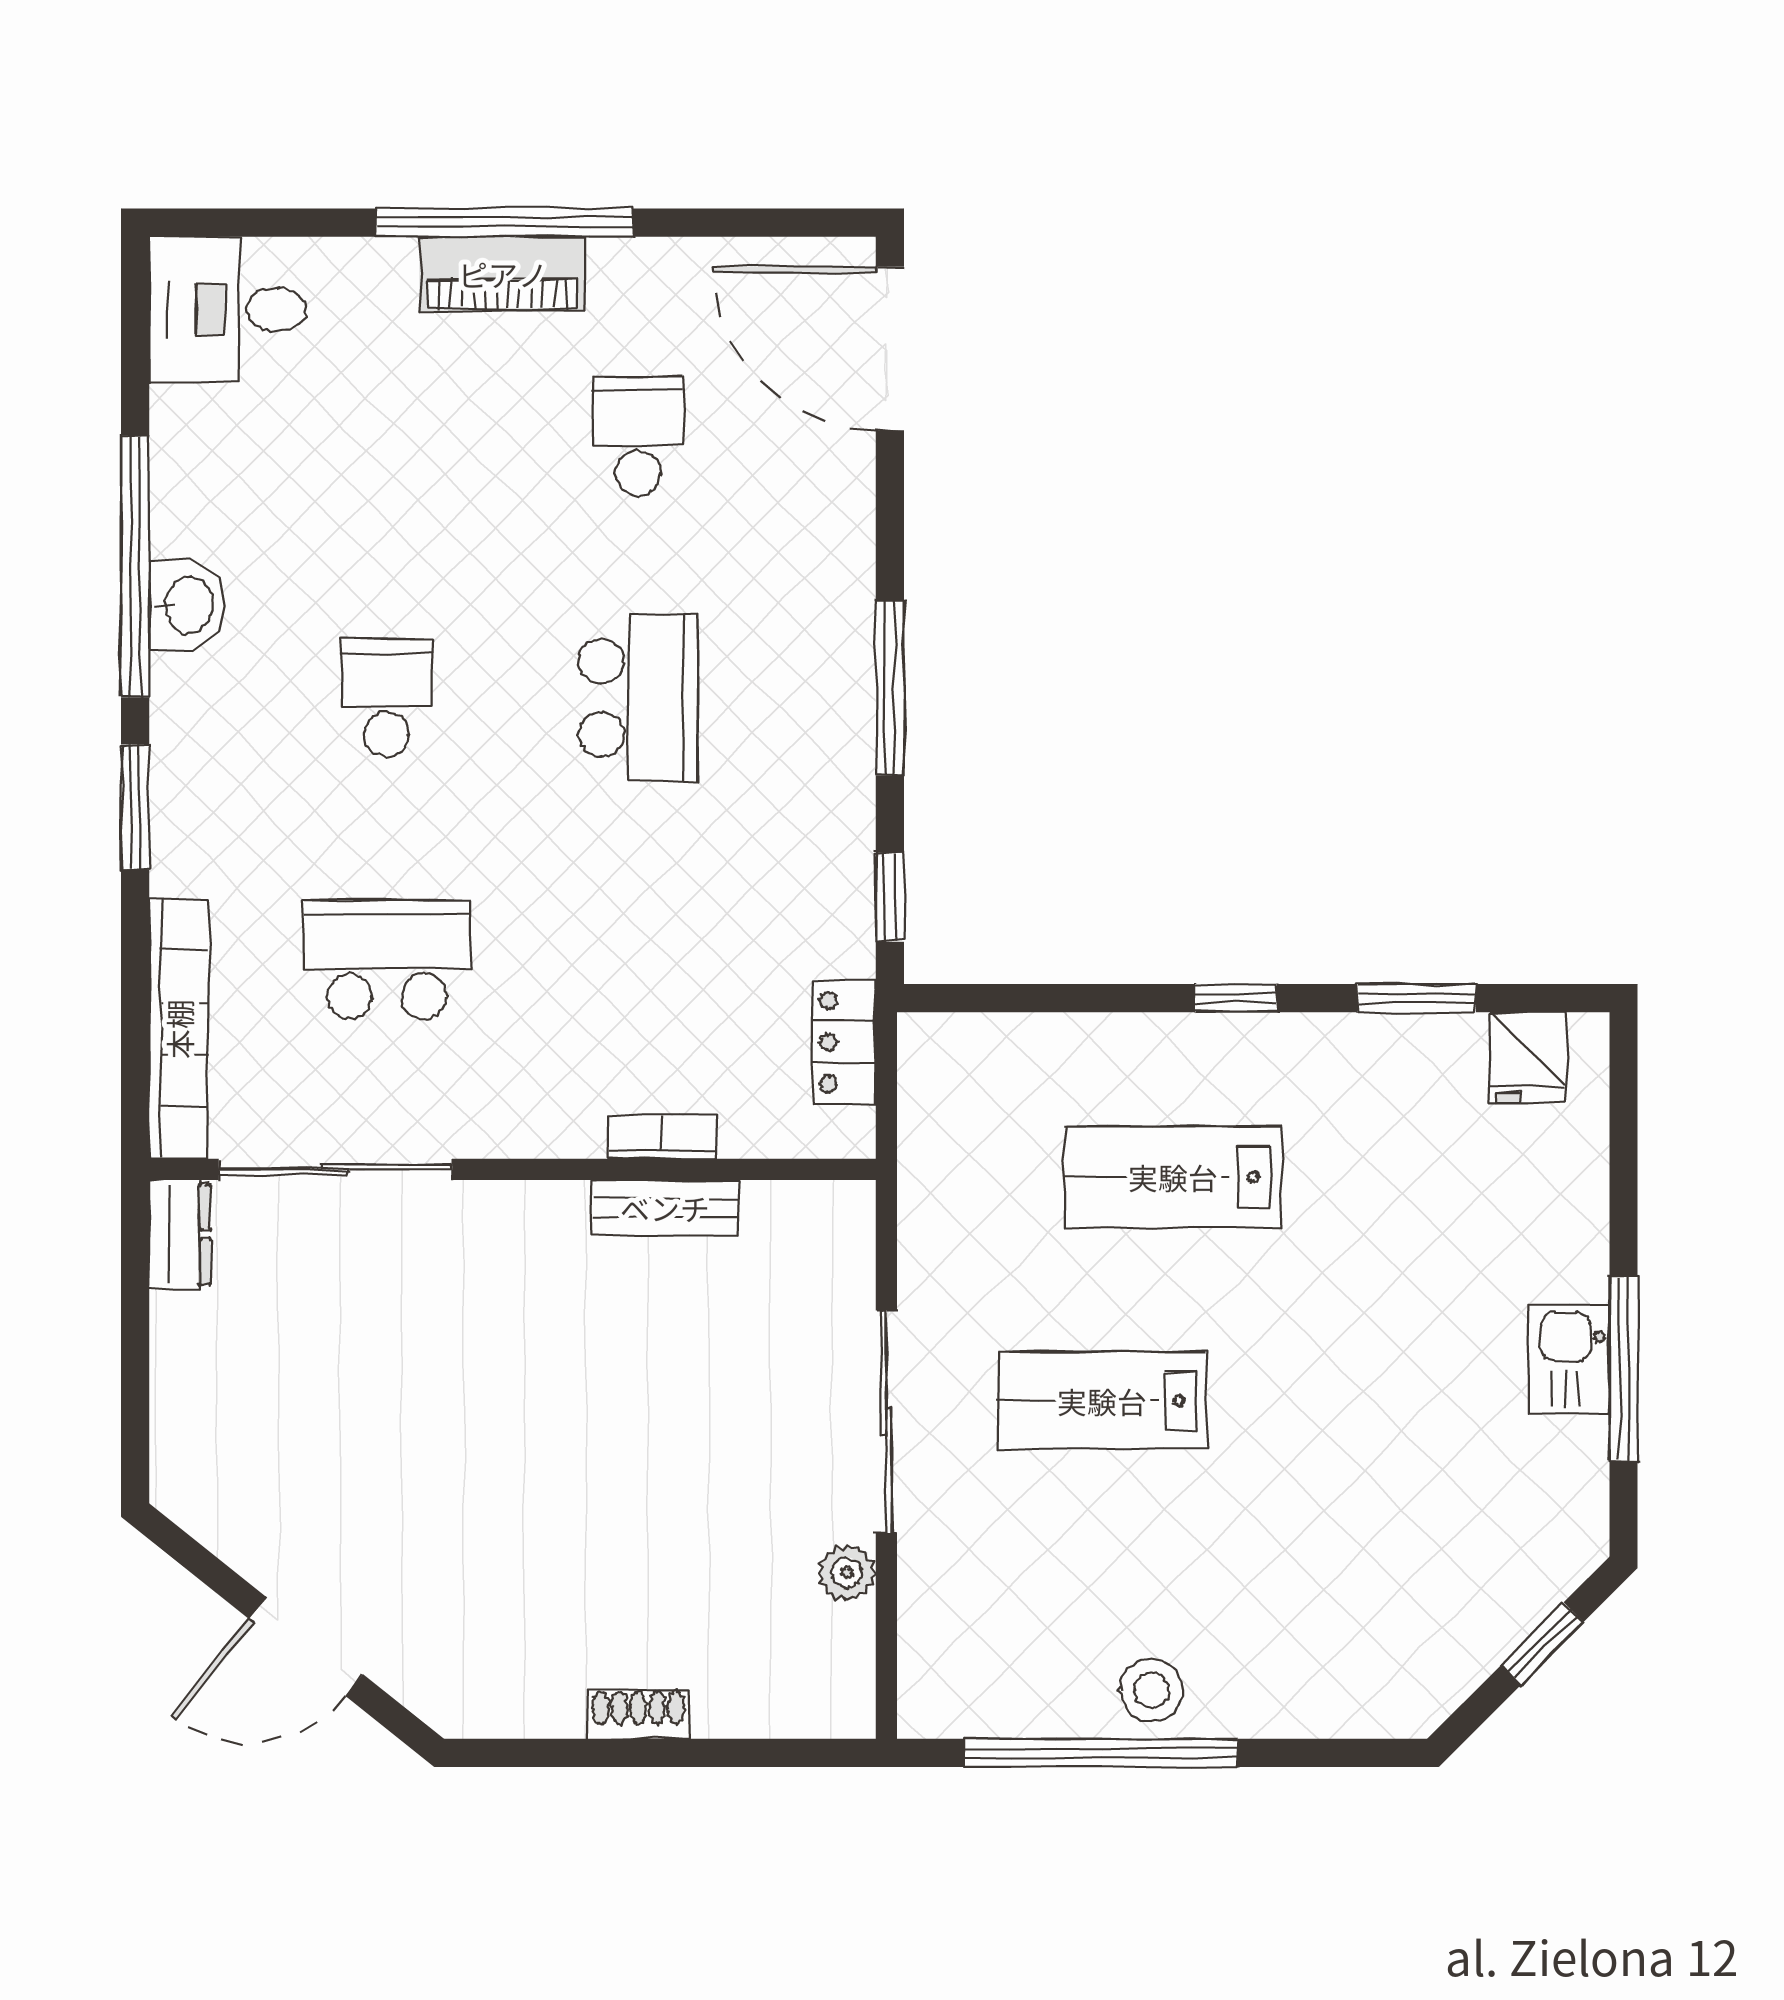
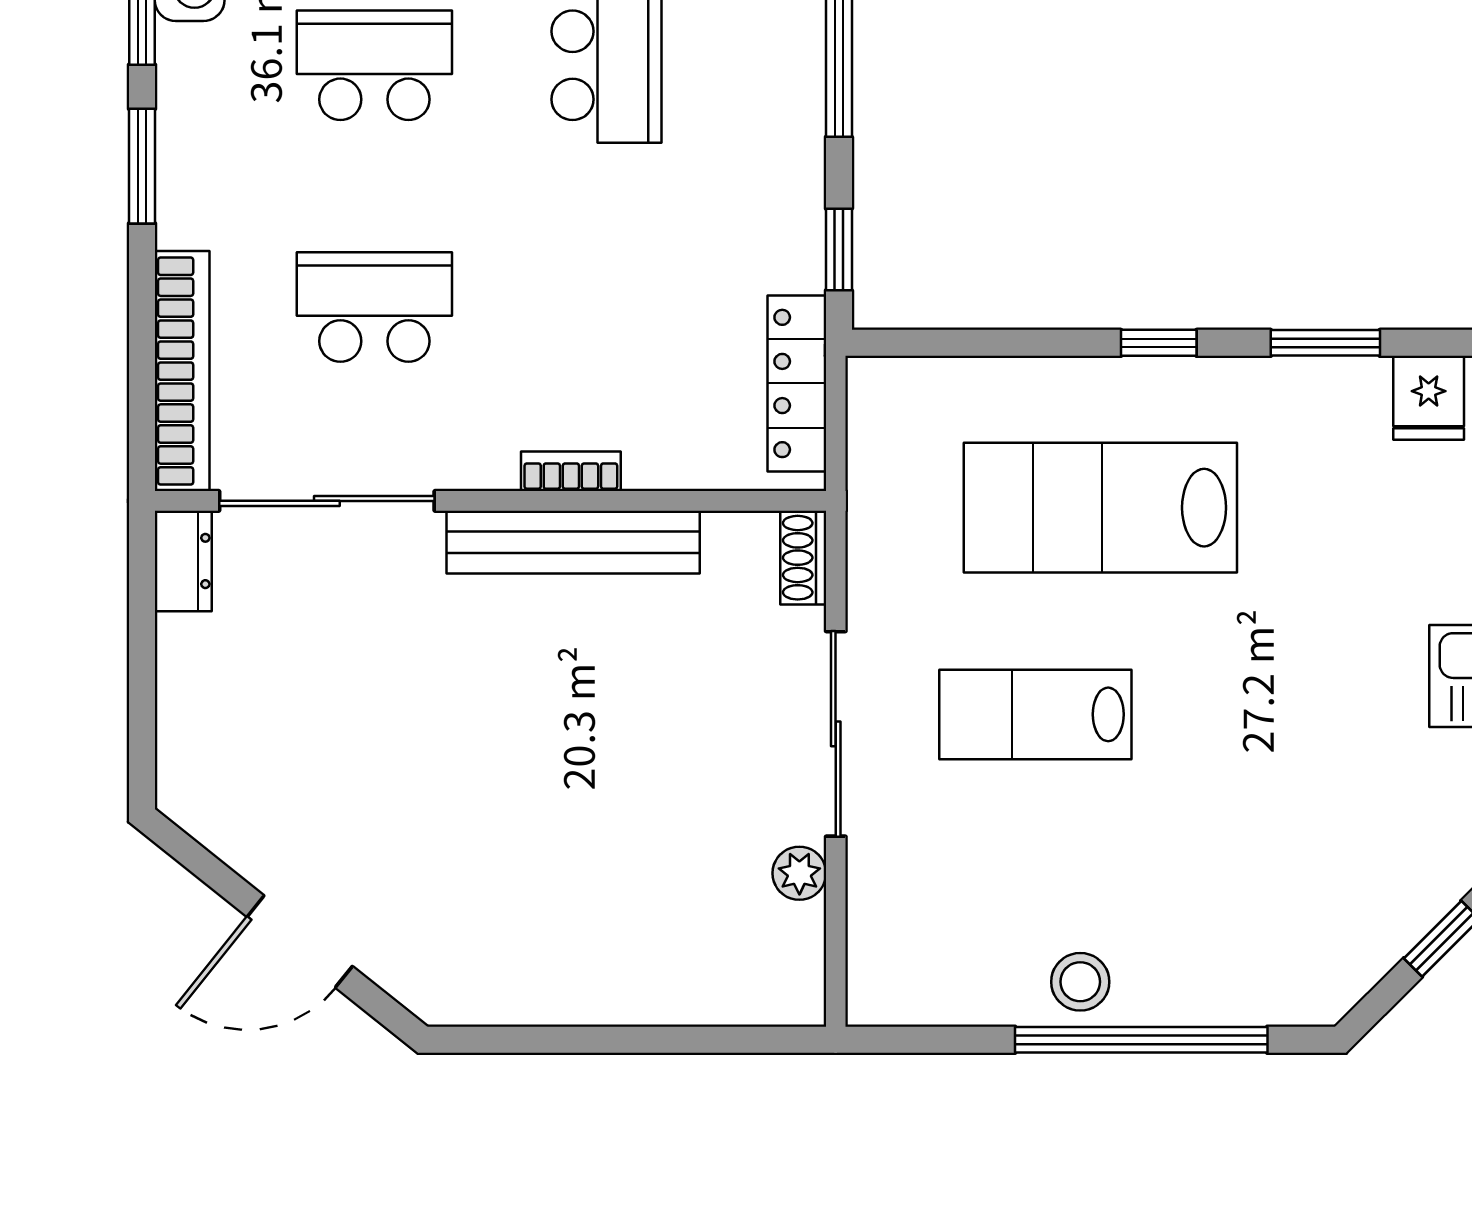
school desk: (387, 698) -> (374, 65), width x1.85
locker: (844, 1042) -> (797, 383), width x1.53
bookcase: (662, 1137) -> (571, 471), moved
lab bench: (1173, 1177) -> (1100, 508), width x1.36, depth x1.39
bench: (665, 1208) -> (573, 542), width x1.86, depth x1.21
shoe rack: (638, 1714) -> (803, 558), moved, turned -90
window: (1101, 1753) -> (1141, 1040), moved

